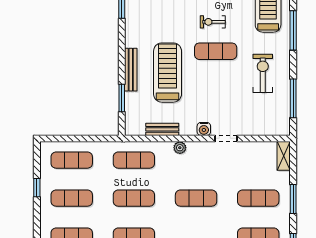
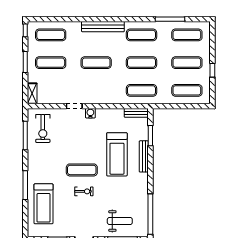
exercise bike: (263, 73) -> (43, 128), moved
bench: (162, 129) -> (136, 113), moved
plant: (180, 148) -> (108, 99), removed

